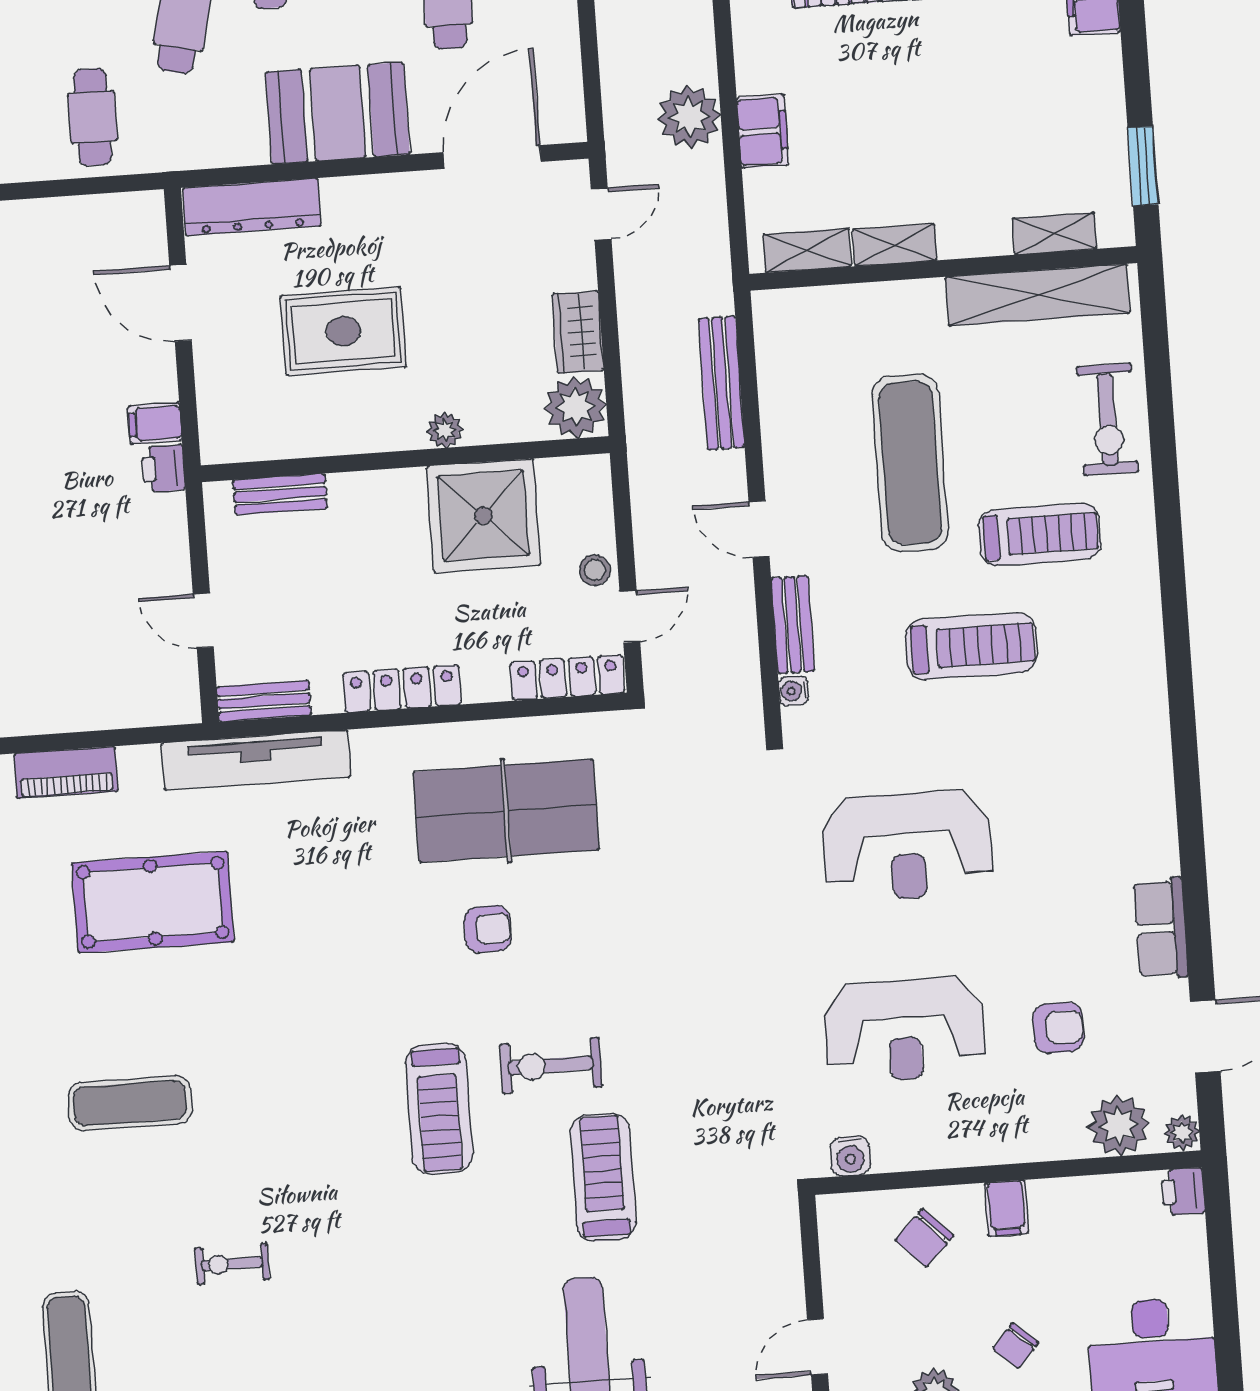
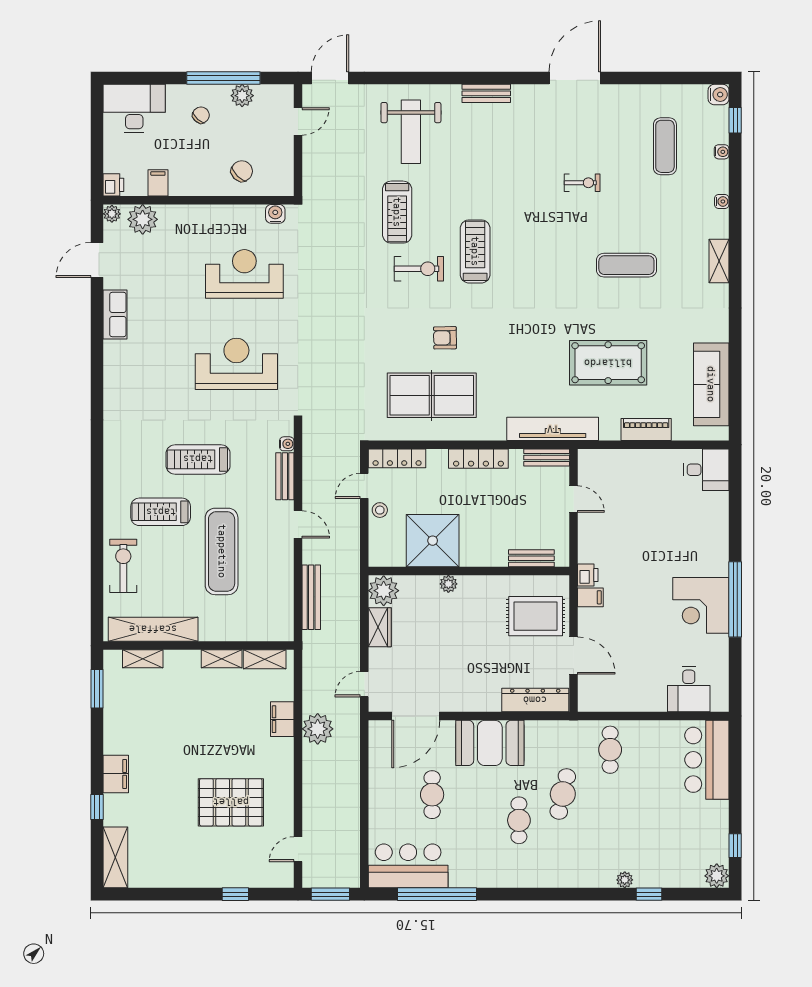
rug: (343, 331) -> (536, 616), moved
armchair: (1058, 1028) -> (169, 269), removed
filing cabinet: (1007, 1208) -> (158, 183), moved

